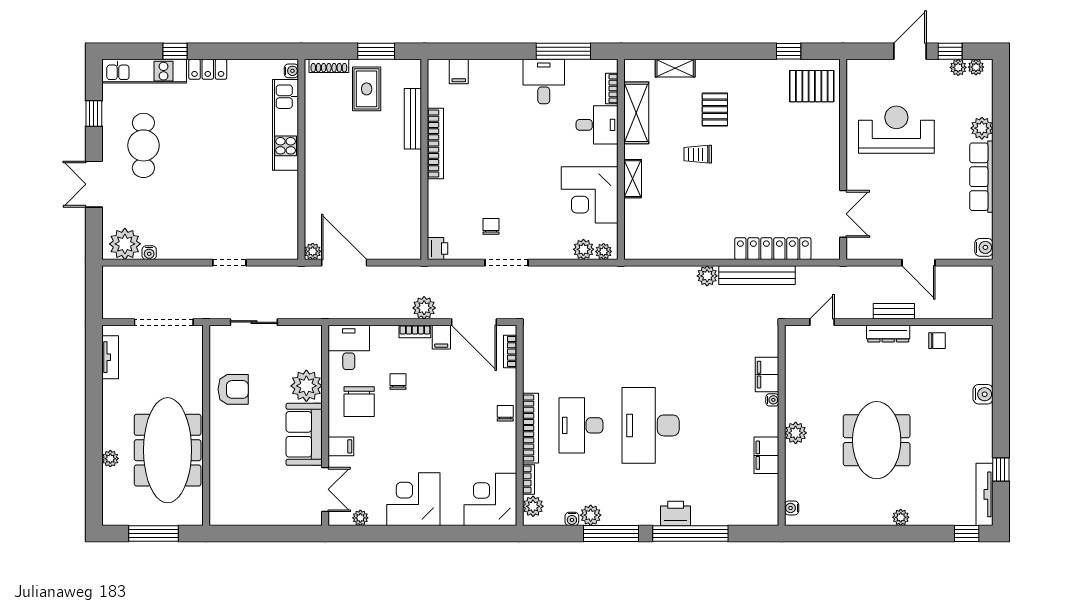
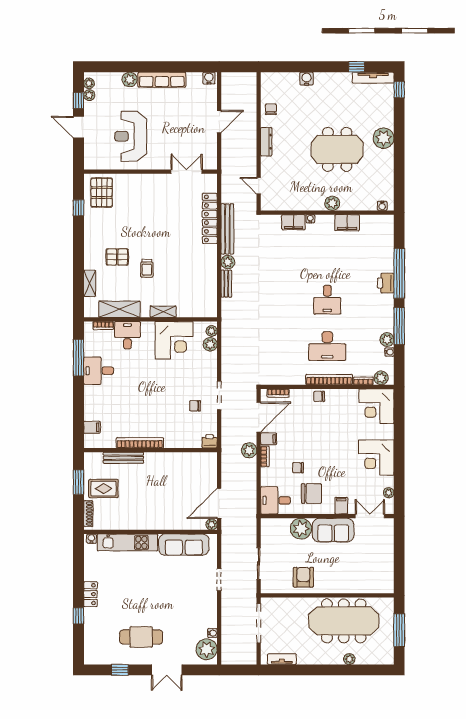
kitchen unit: (144, 71) -> (92, 637), removed
sofa: (282, 210) -> (184, 545), added
bench: (894, 311) -> (226, 284), moved
desk: (651, 425) -> (327, 300), width x0.53, depth x0.77
plant: (901, 517) -> (384, 138), width x1.87, depth x1.87

